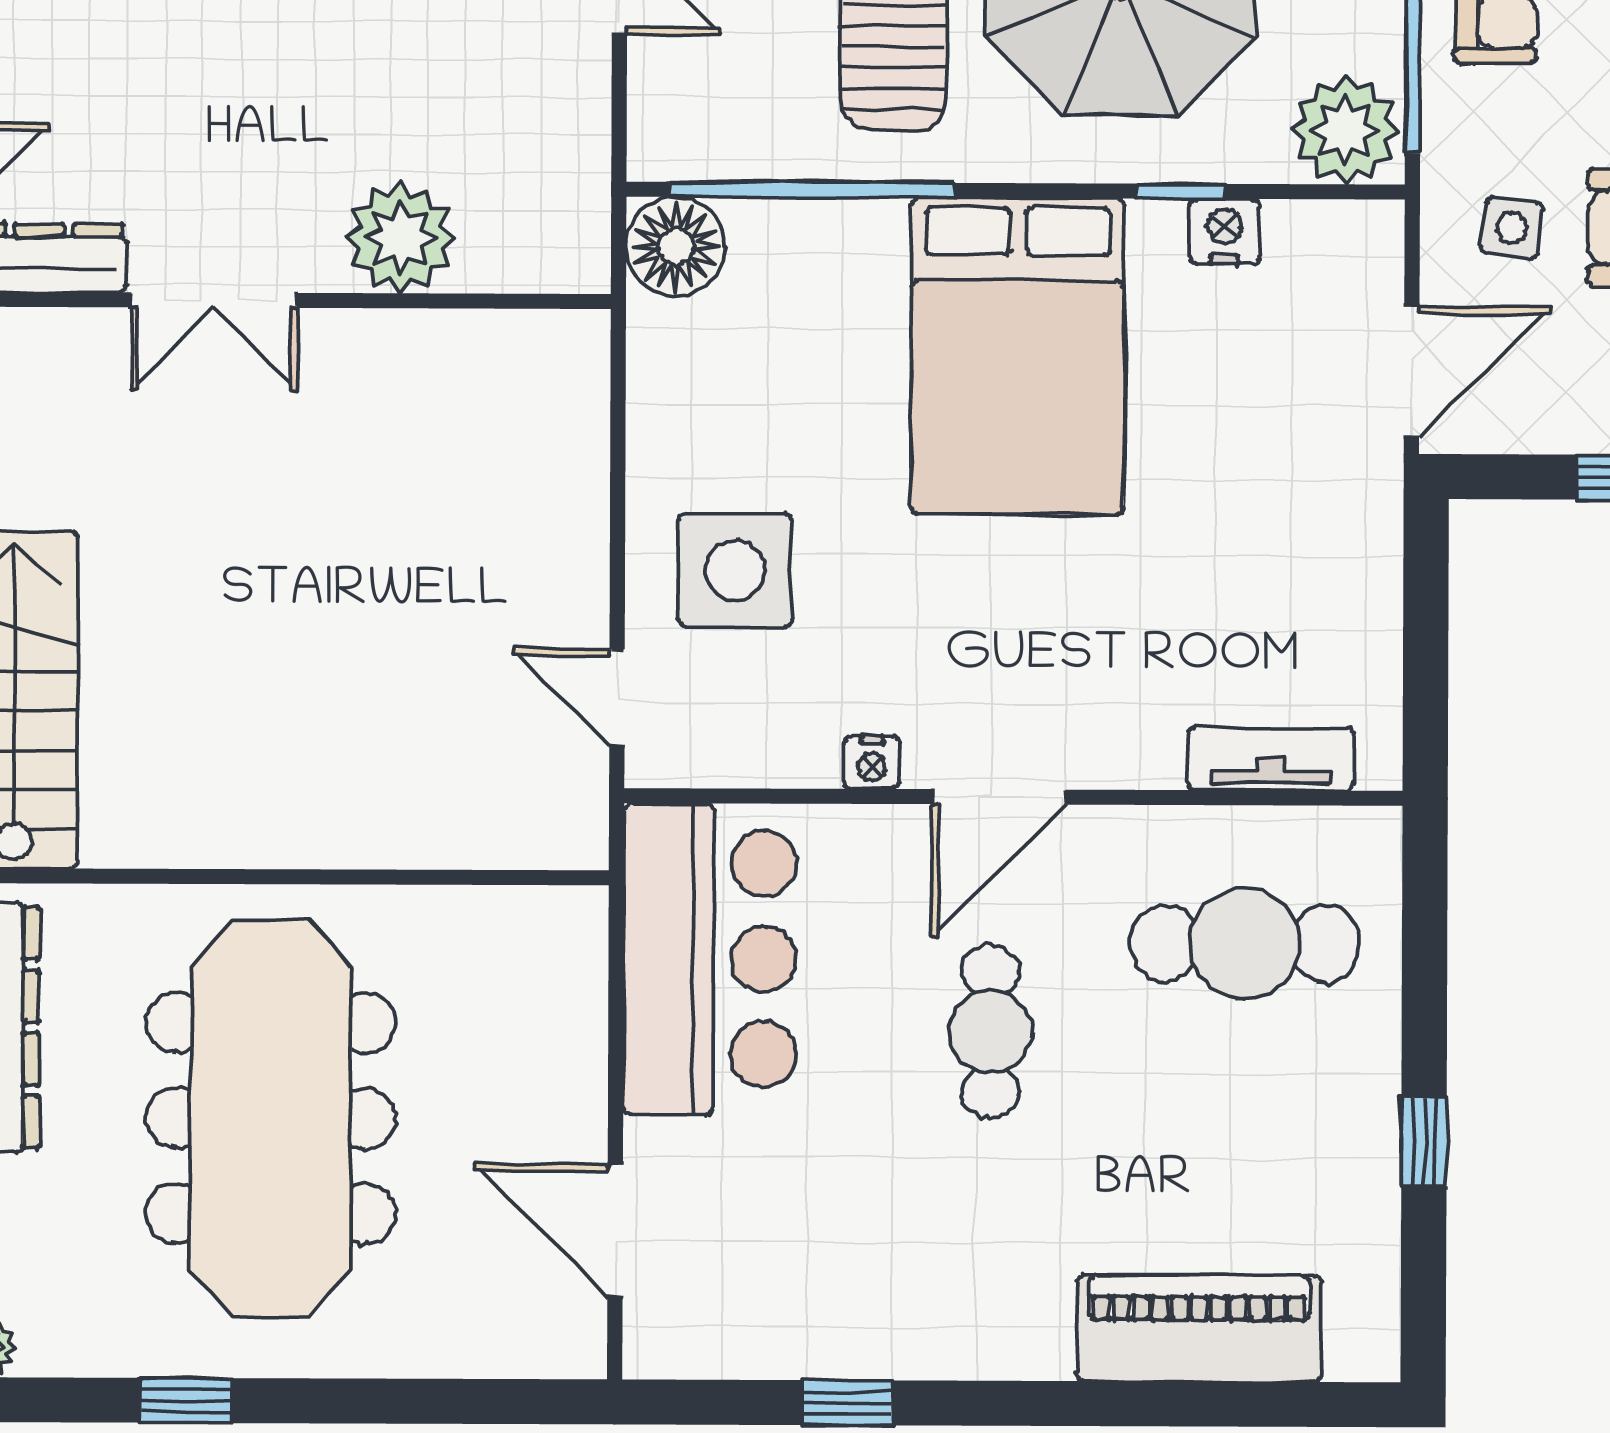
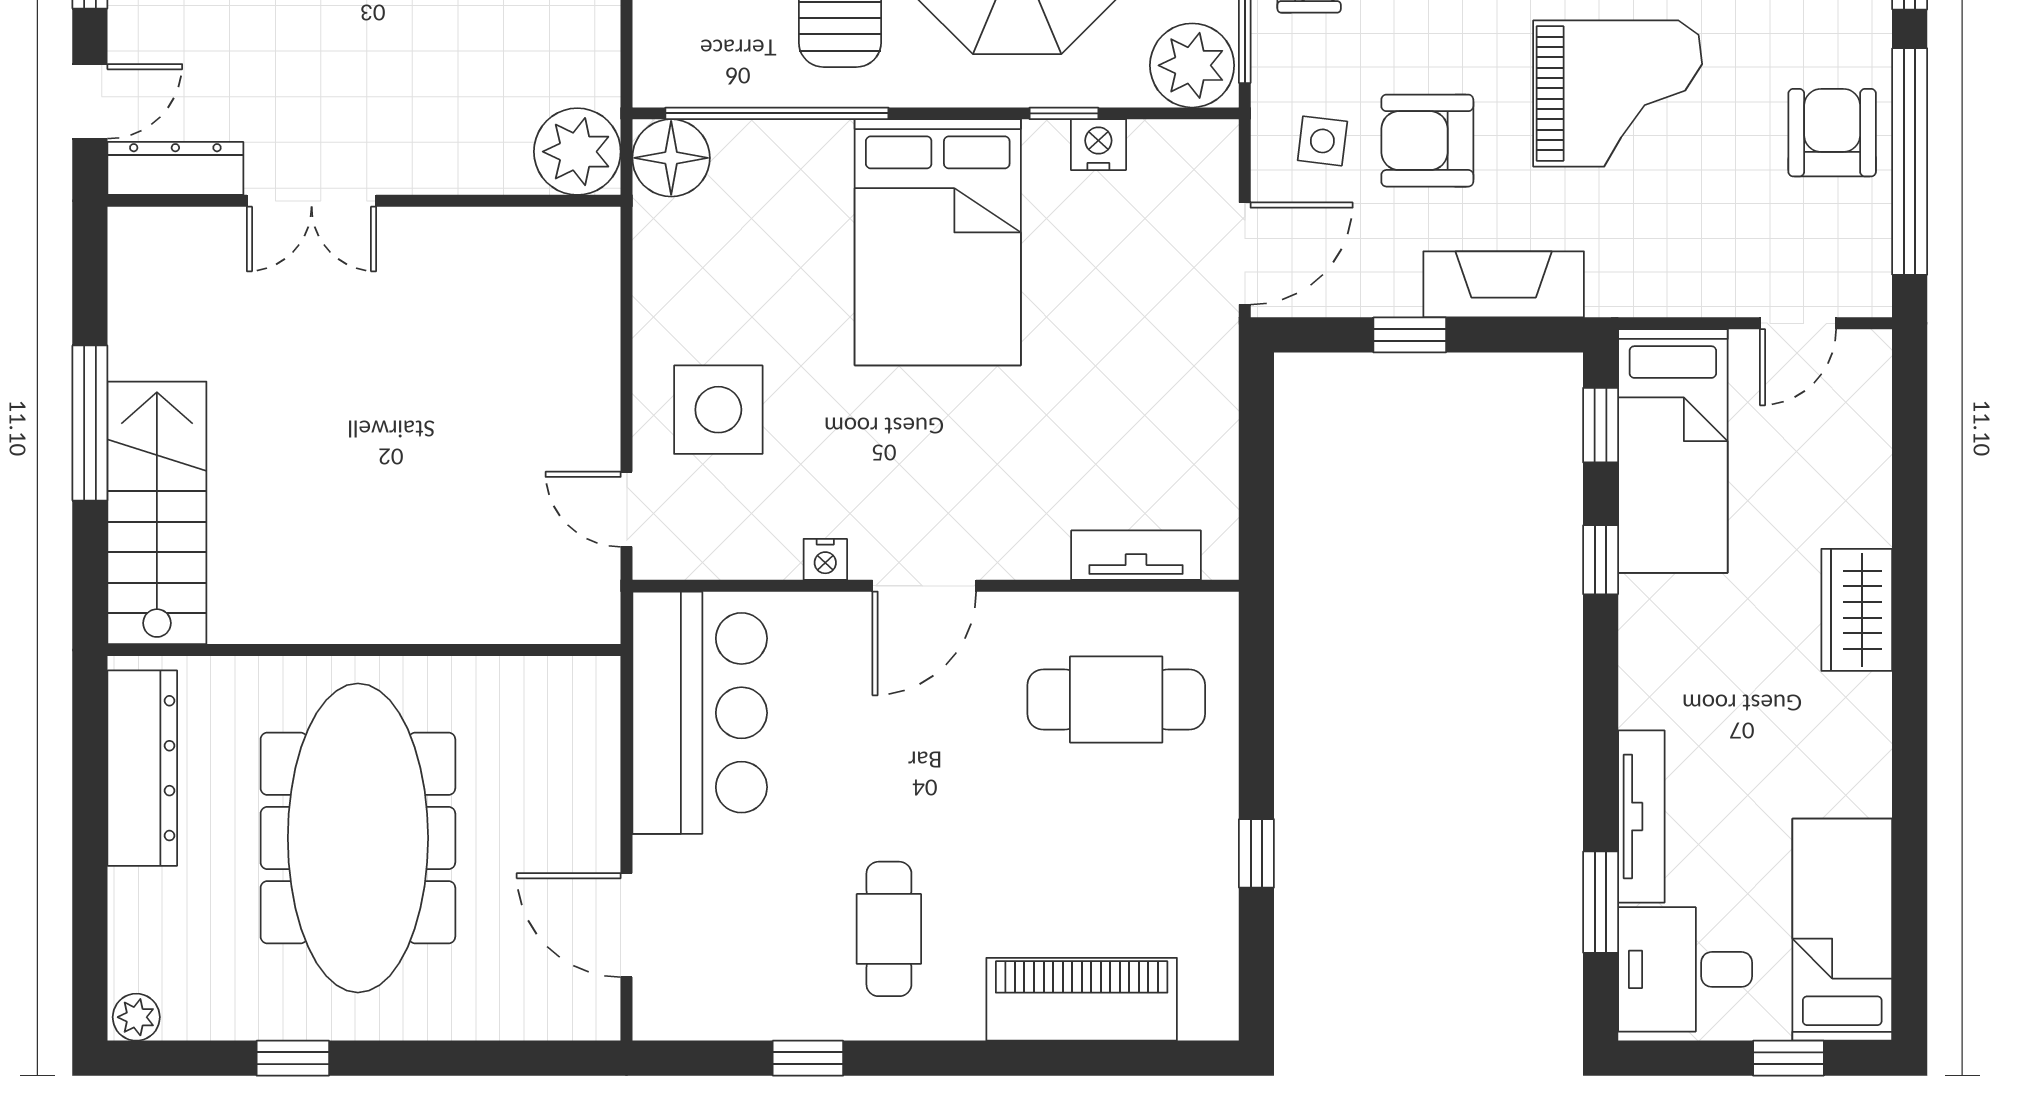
plant: (400, 238) -> (577, 152), moved
cafe table: (990, 1032) -> (889, 929), moved

